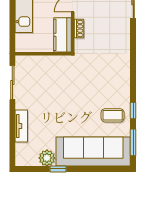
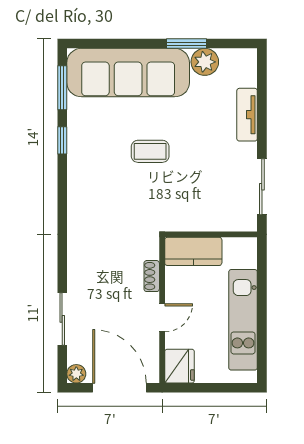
kitchen counter: (62, 35) -> (193, 251), moved, turned 90
coffee table: (113, 115) -> (150, 151), moved
window: (58, 169) -> (186, 44), width x1.50

